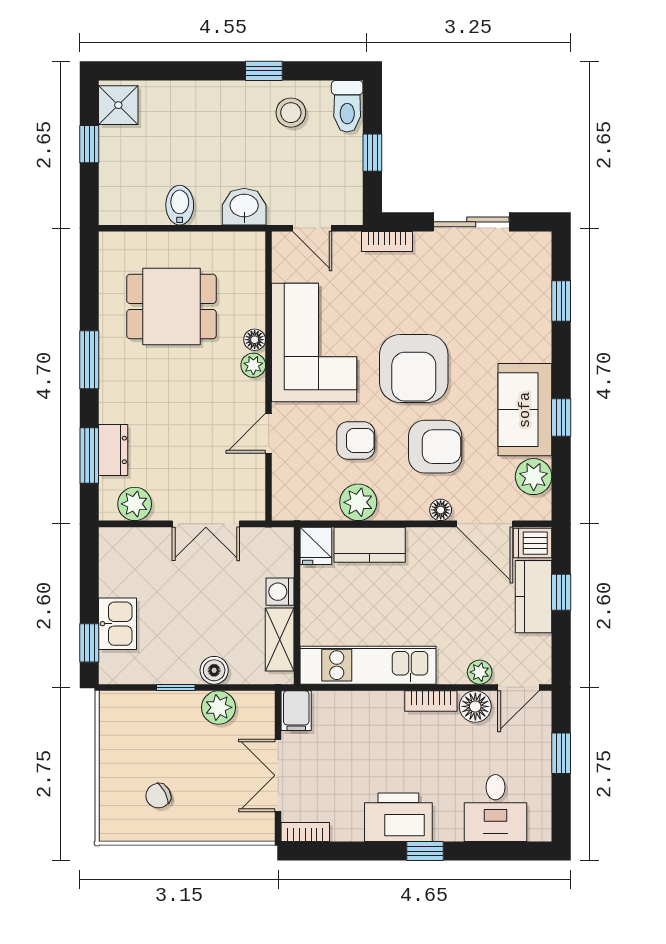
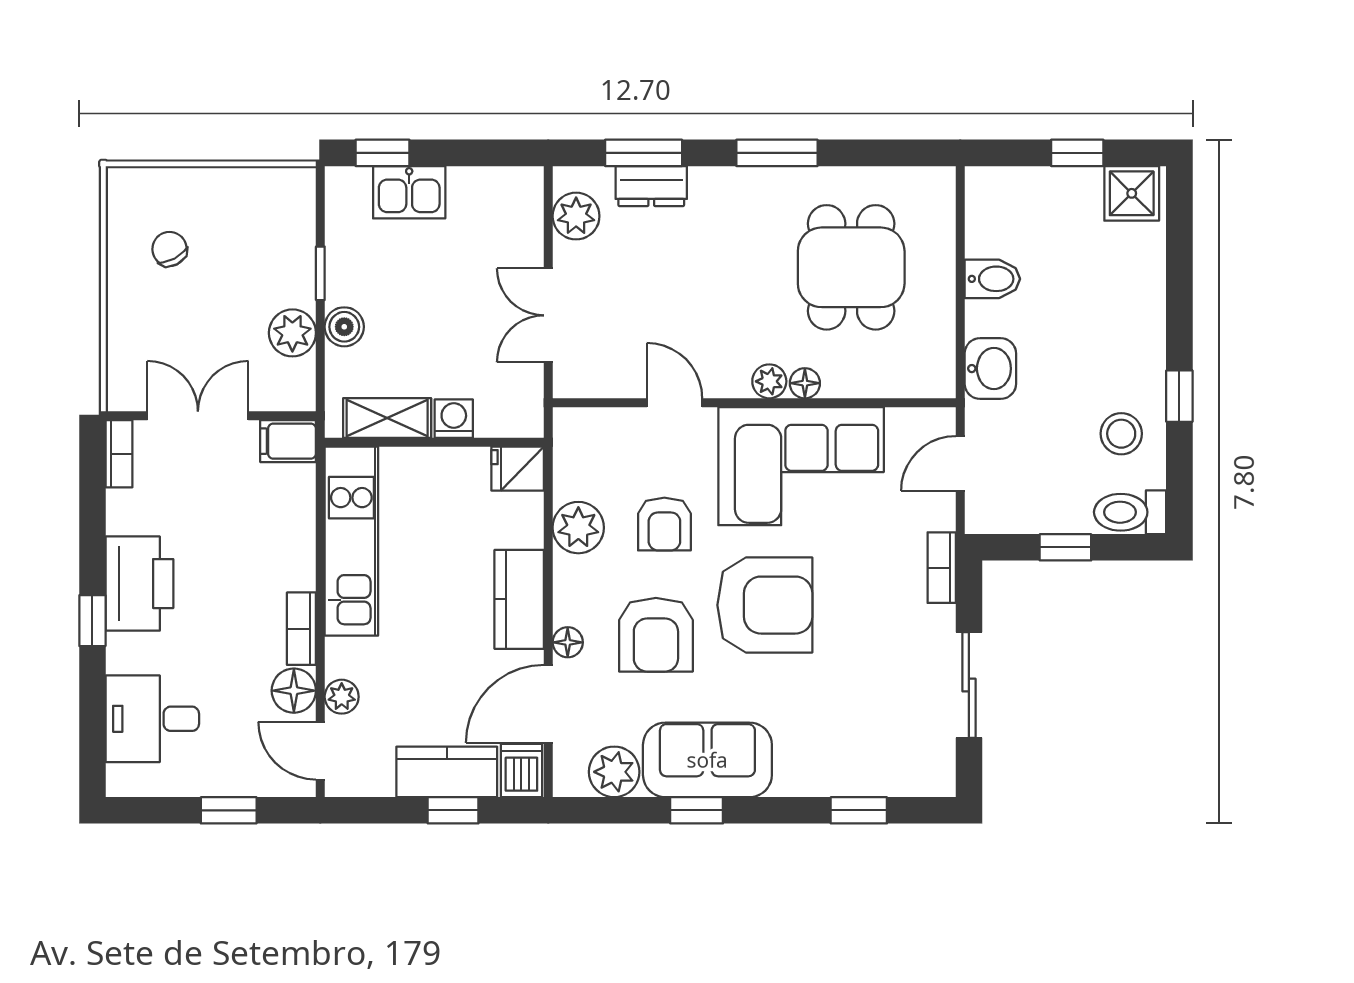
armchair: (414, 368) -> (765, 605), turned 180
kitchen counter: (370, 545) -> (519, 599), moved

